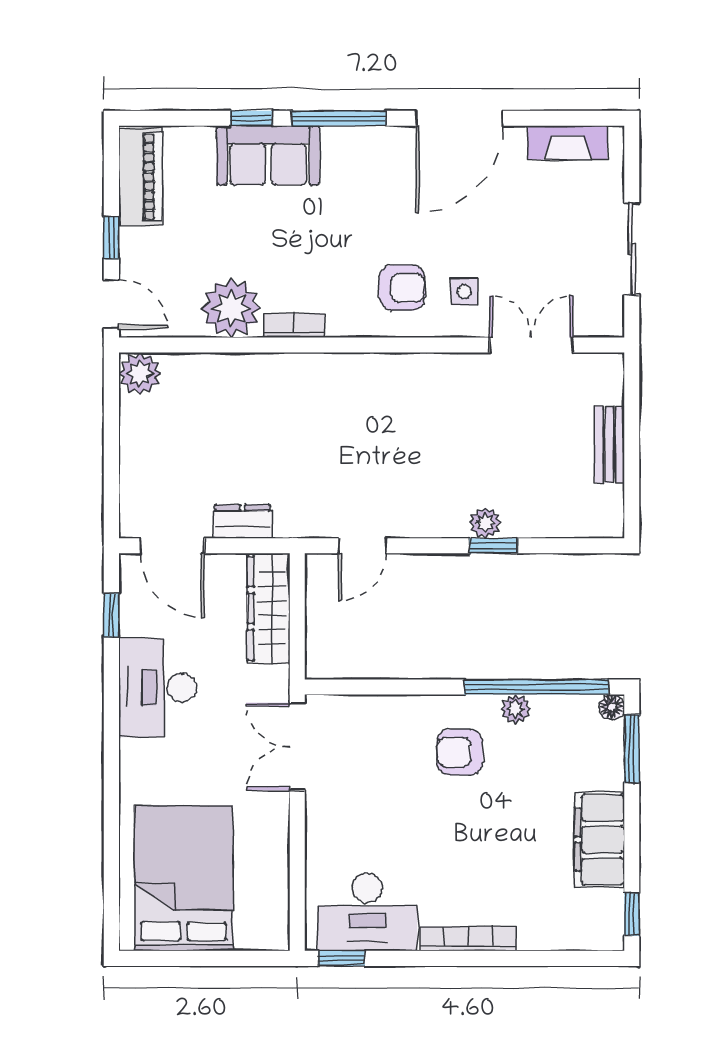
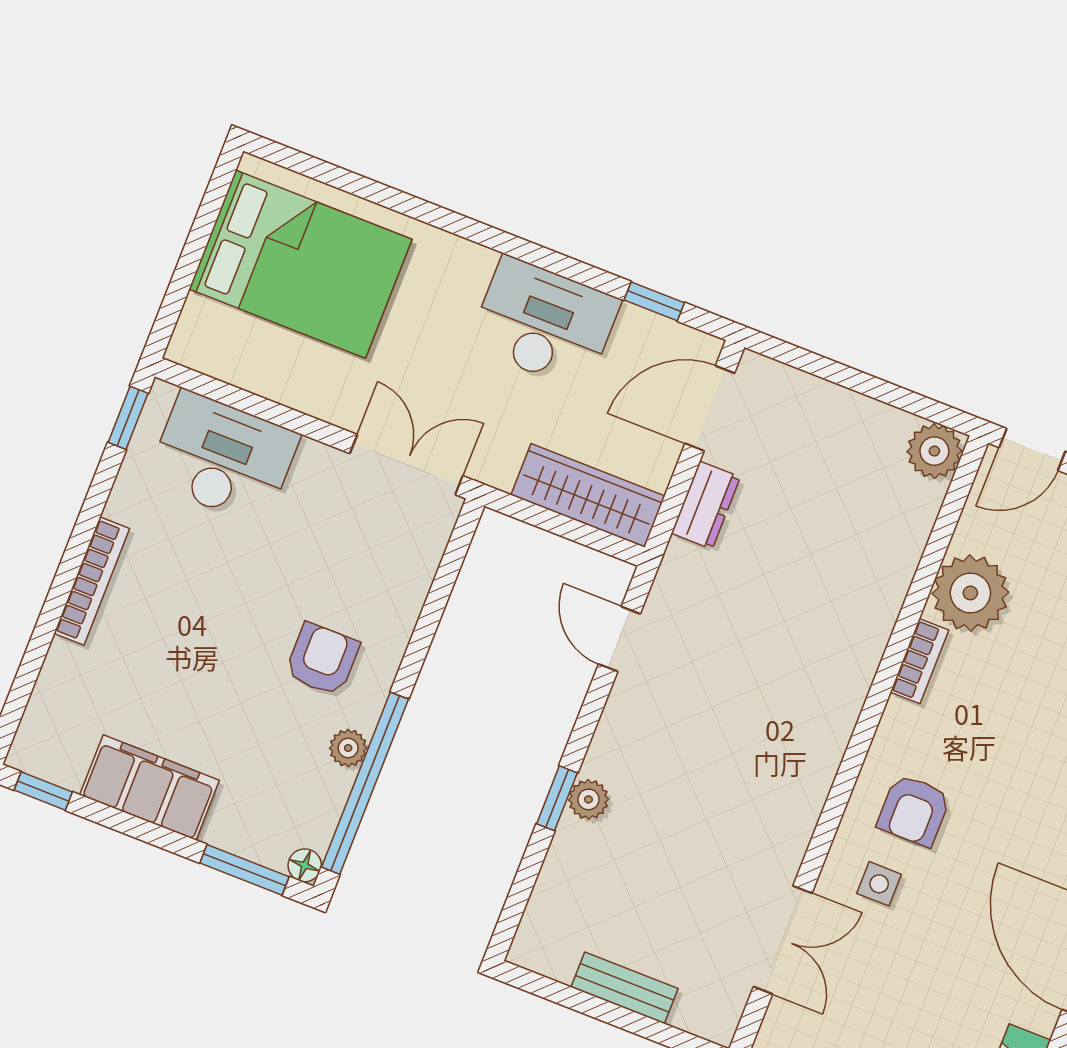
desk: (367, 912) -> (223, 458), moved, turned 90

